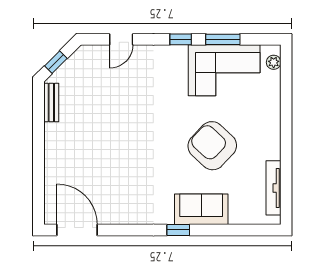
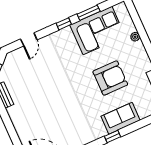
plant: (274, 62) -> (135, 37), moved
armchair: (212, 146) -> (110, 78), turned 137

